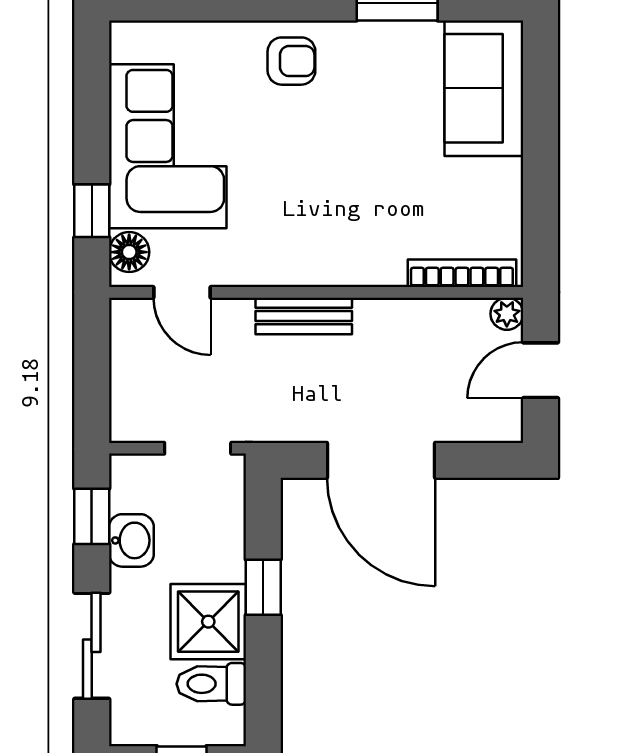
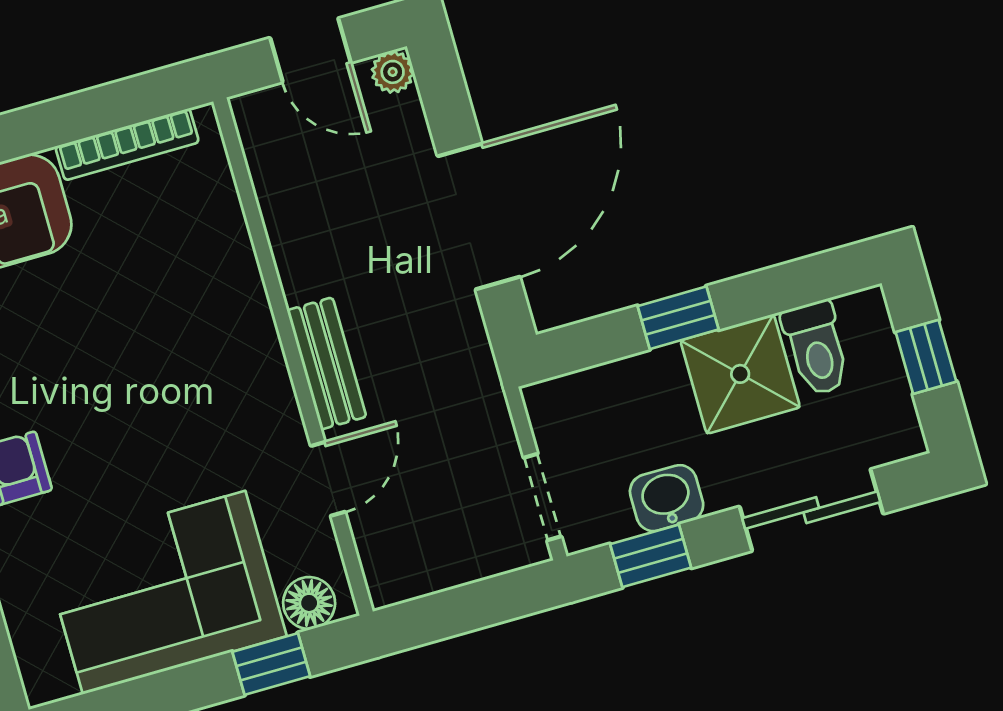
bookcase: (462, 273) -> (127, 144), moved, turned -90
door: (182, 292) -> (328, 479), moved
plant: (507, 314) -> (393, 72), moved
doorway: (198, 448) -> (542, 497), moved

